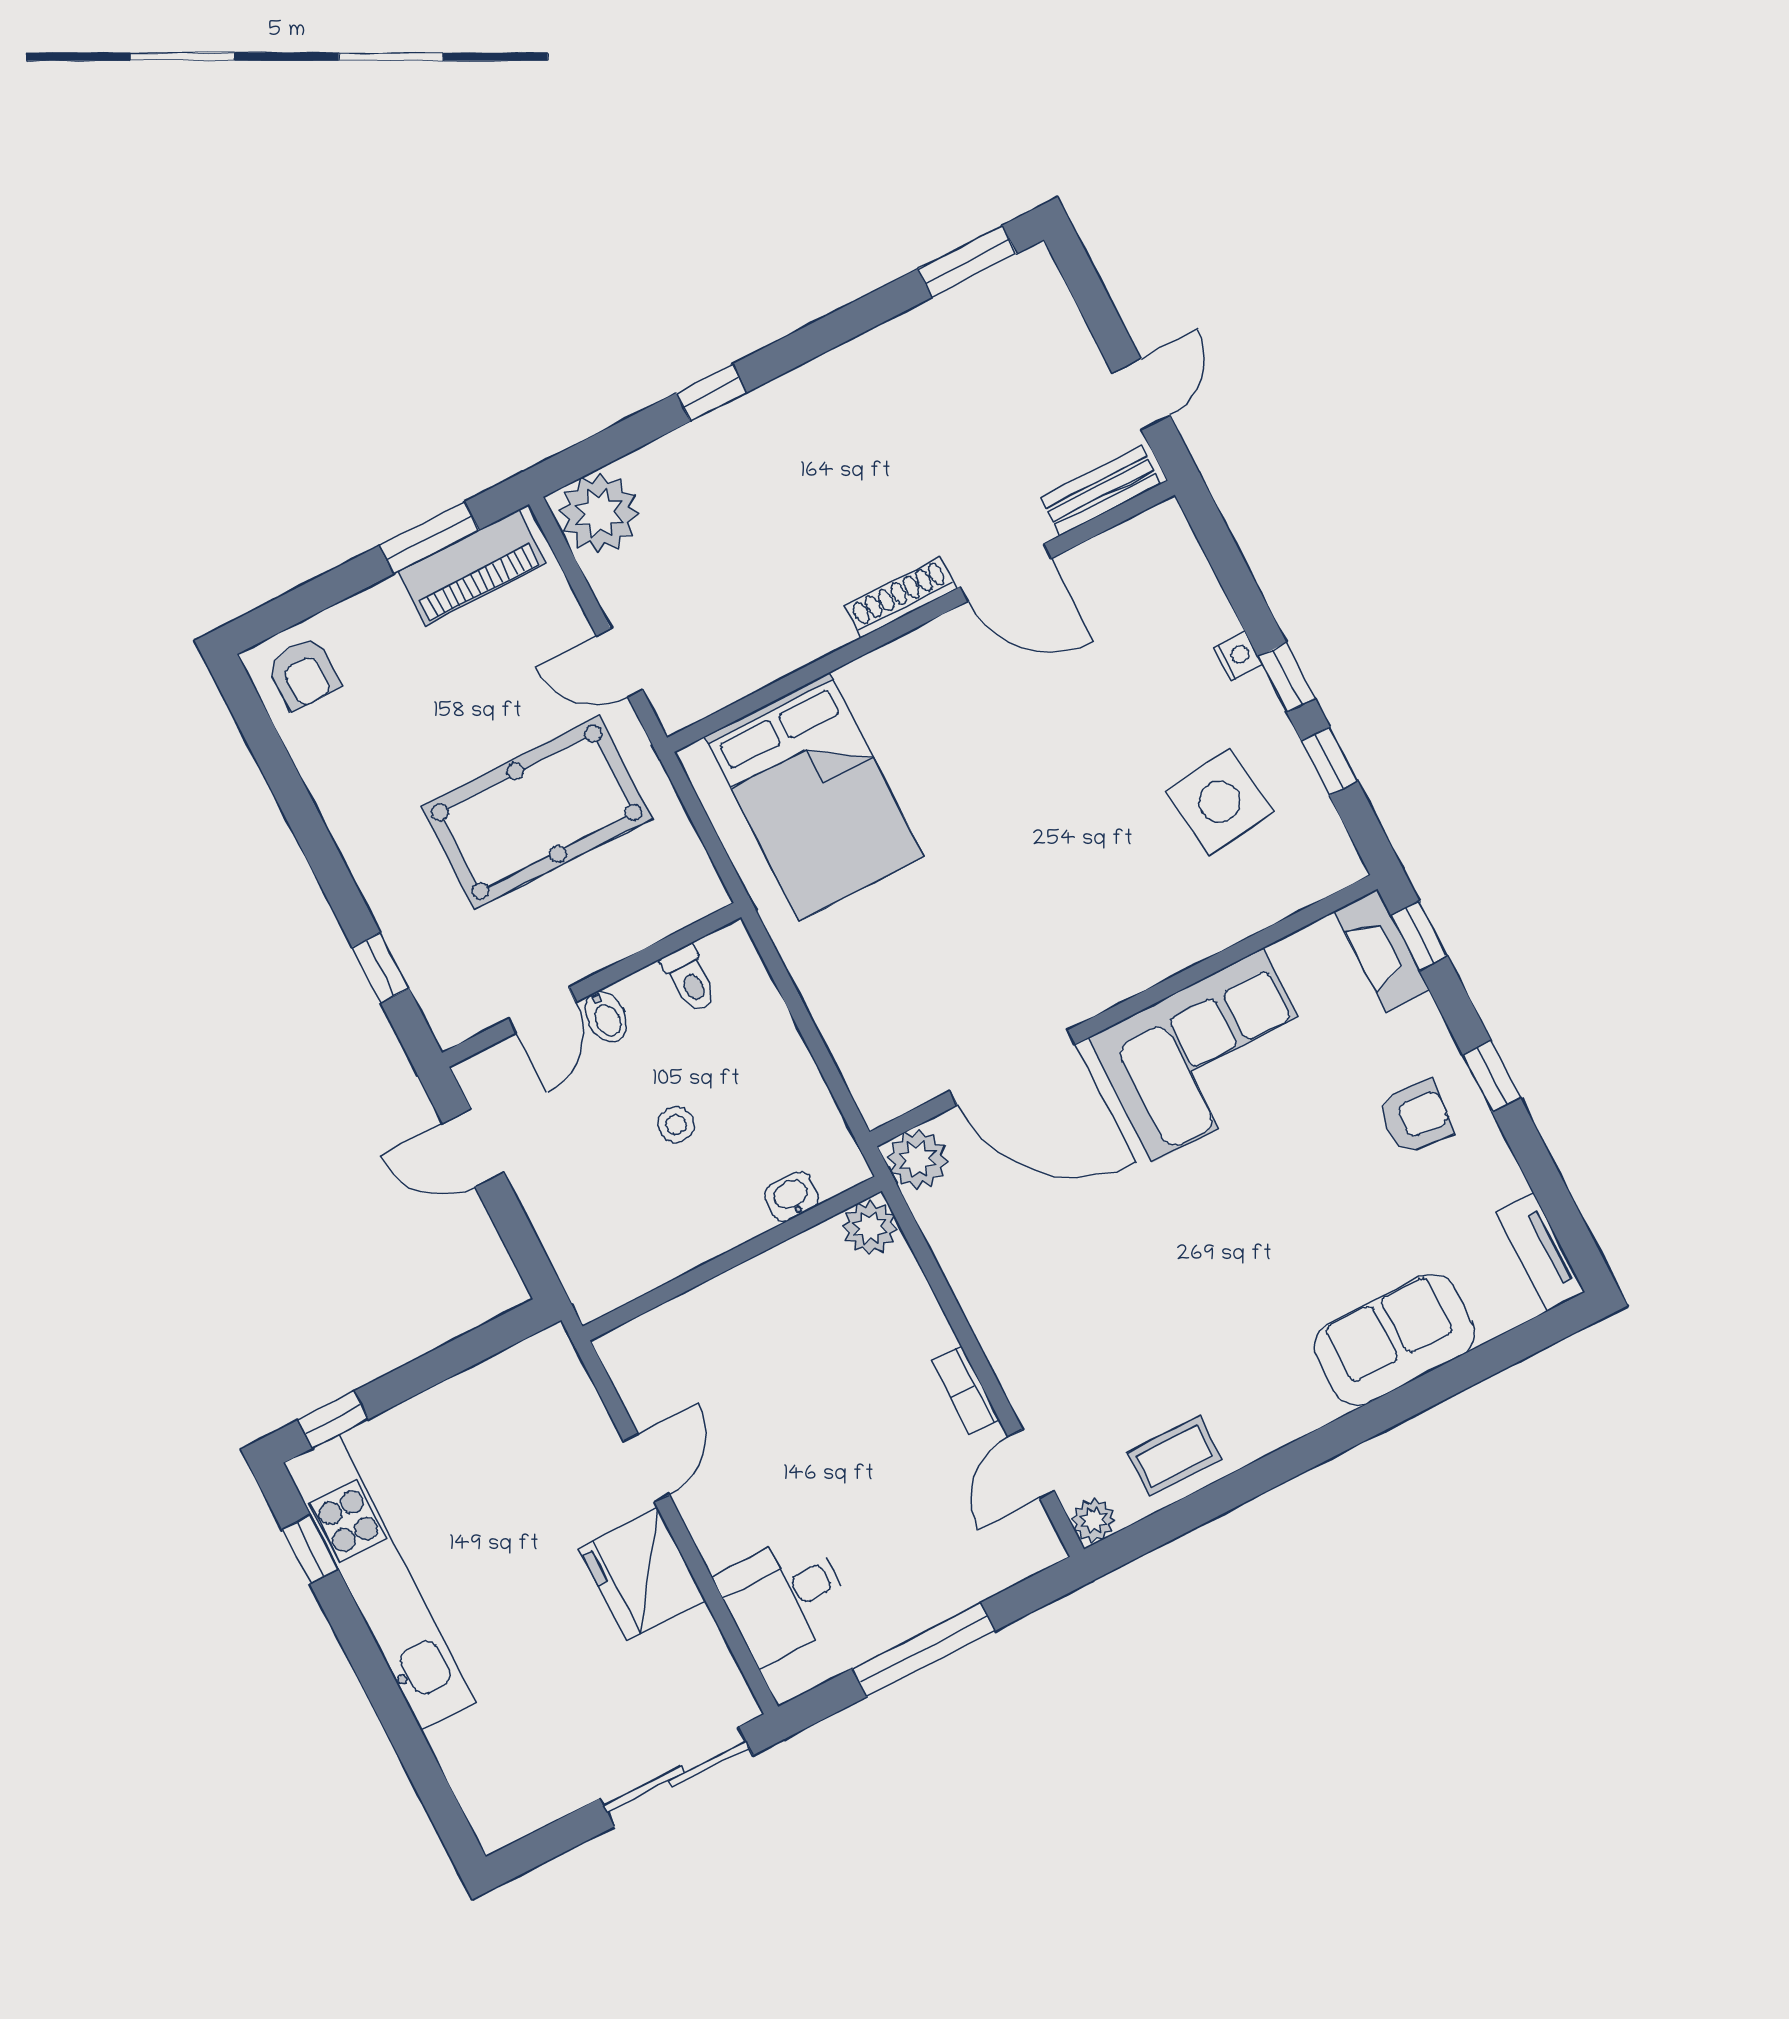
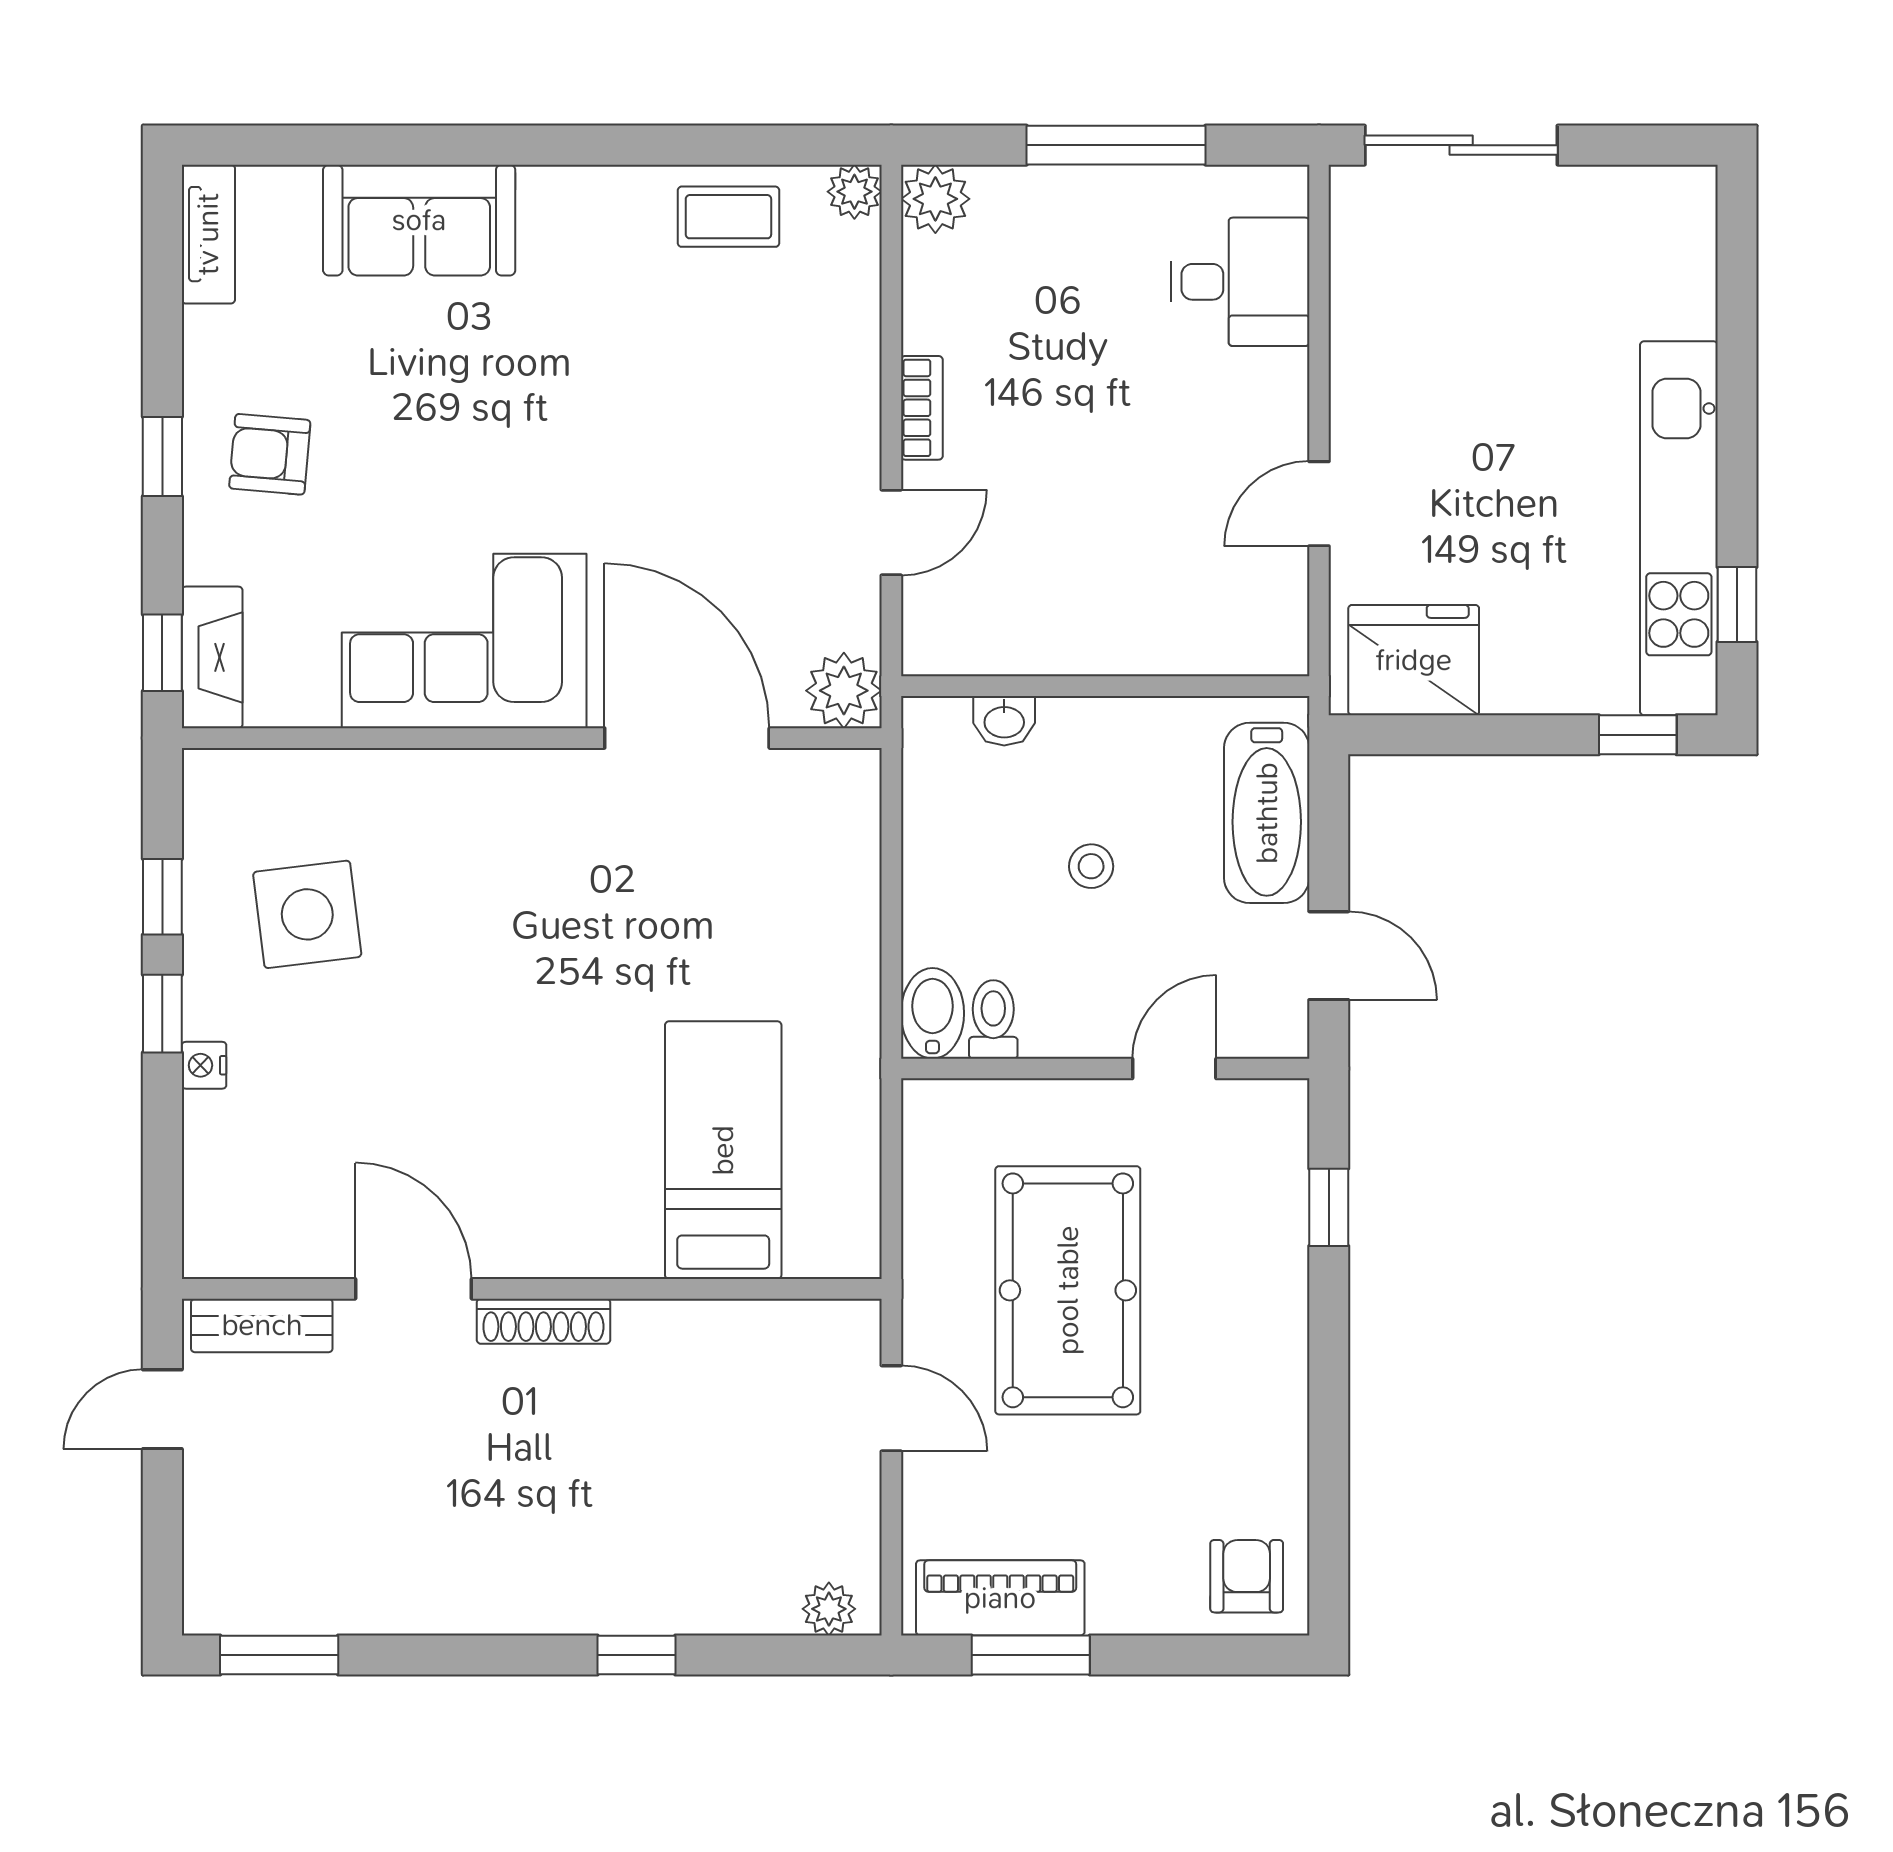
plant: (599, 513) -> (829, 1609), width x0.53, depth x0.53
bed: (814, 797) -> (723, 1150), width x0.67
pool table: (537, 812) -> (1068, 1290), turned 90
bidet: (606, 1017) -> (932, 1013), moved, width x1.38, depth x1.36
bathtub: (570, 1227) -> (1267, 813), added
plant: (870, 1228) -> (935, 199), moved
door: (1031, 1464) -> (891, 532), moved
fridge: (642, 1574) -> (1414, 660), moved, turned -90

